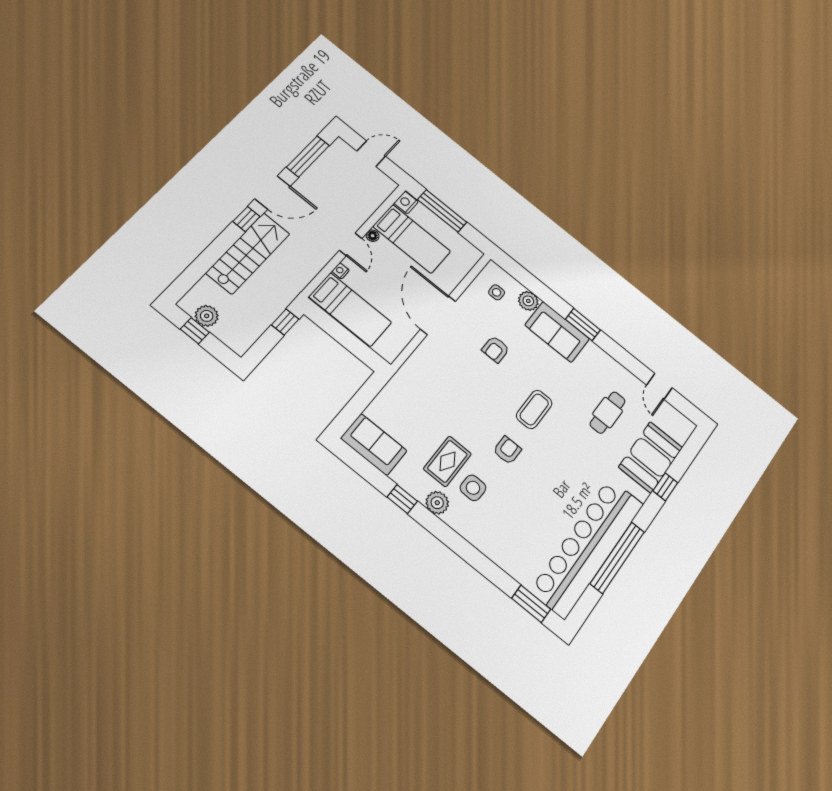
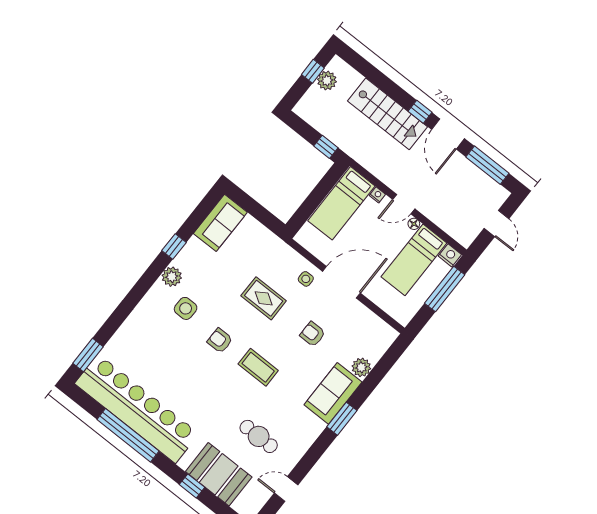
side table: (497, 292) -> (306, 279), moved
armchair: (507, 450) -> (220, 341), turned 180
rug: (447, 461) -> (264, 298), moved

